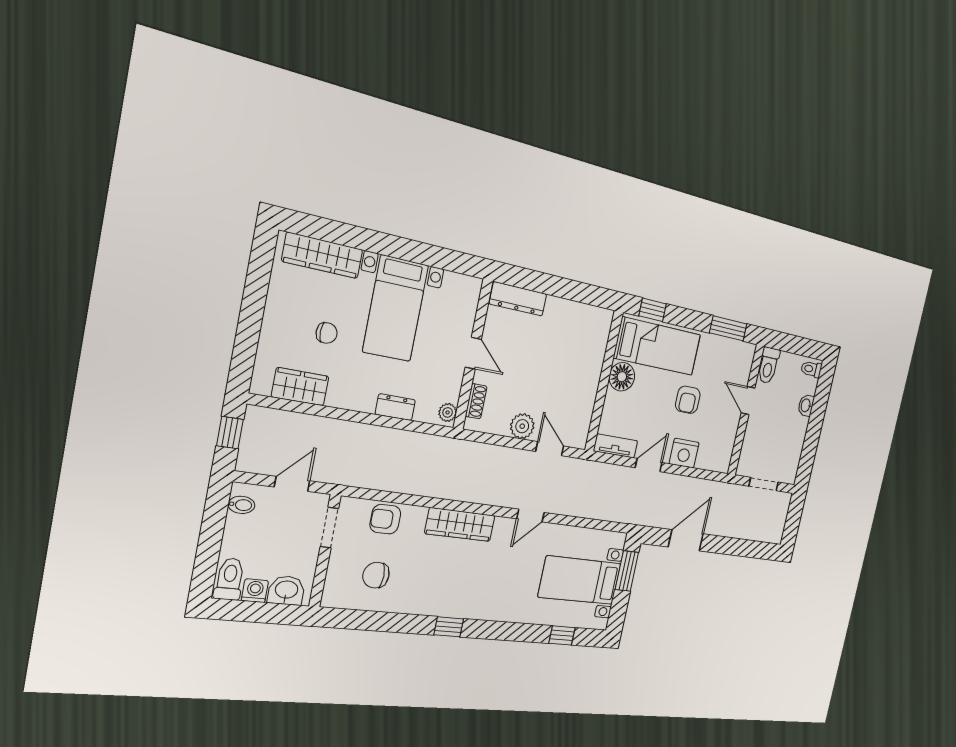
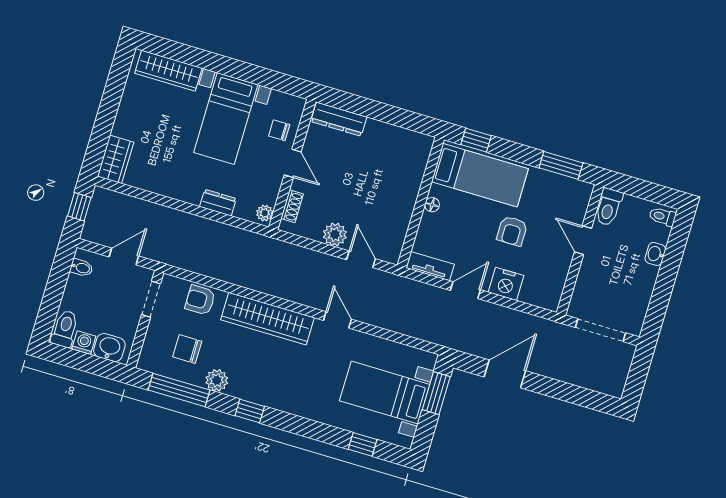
chair: (327, 333) -> (279, 130), moved, turned 180
floor lamp: (622, 377) -> (432, 205), width x0.53, depth x0.53
wardrobe: (300, 387) -> (116, 159), moved, turned 90
doorway: (764, 484) -> (600, 330), width x1.38
door: (530, 516) -> (337, 320), swing flipped
wardrobe: (460, 525) -> (268, 319), width x1.40, depth x1.17
plant: (411, 602) -> (217, 380), added
window: (371, 621) -> (179, 390), added

